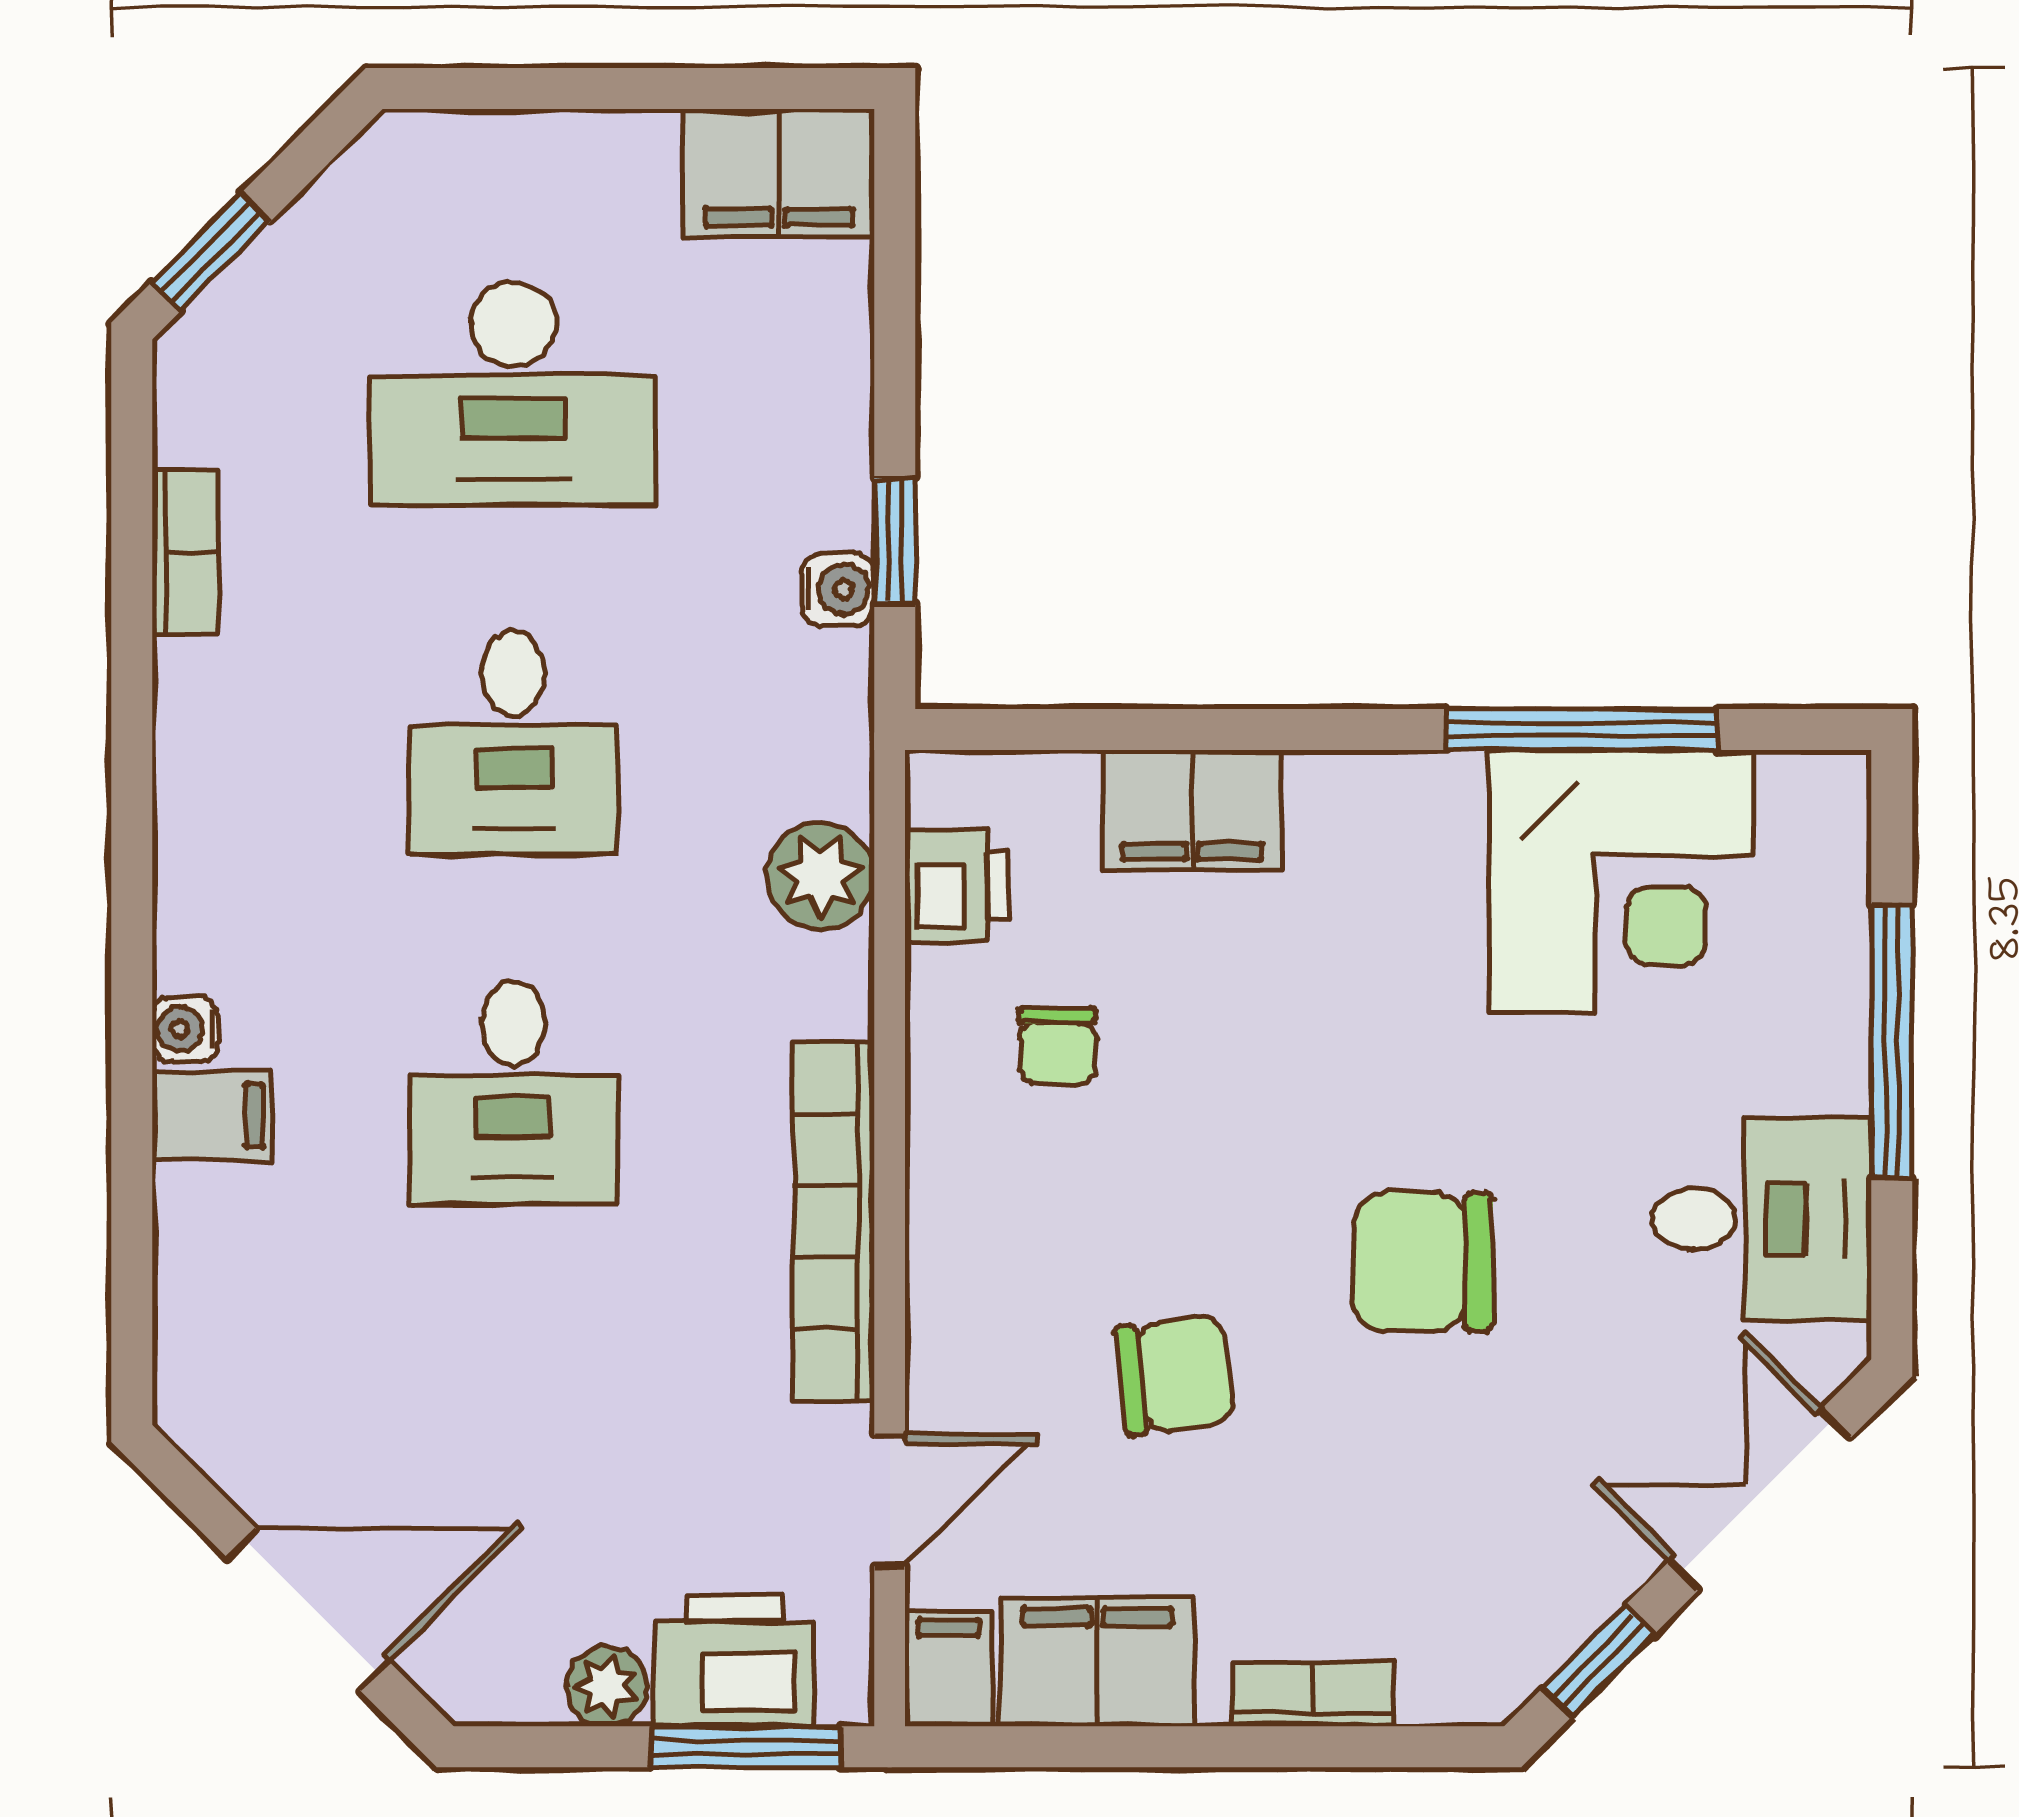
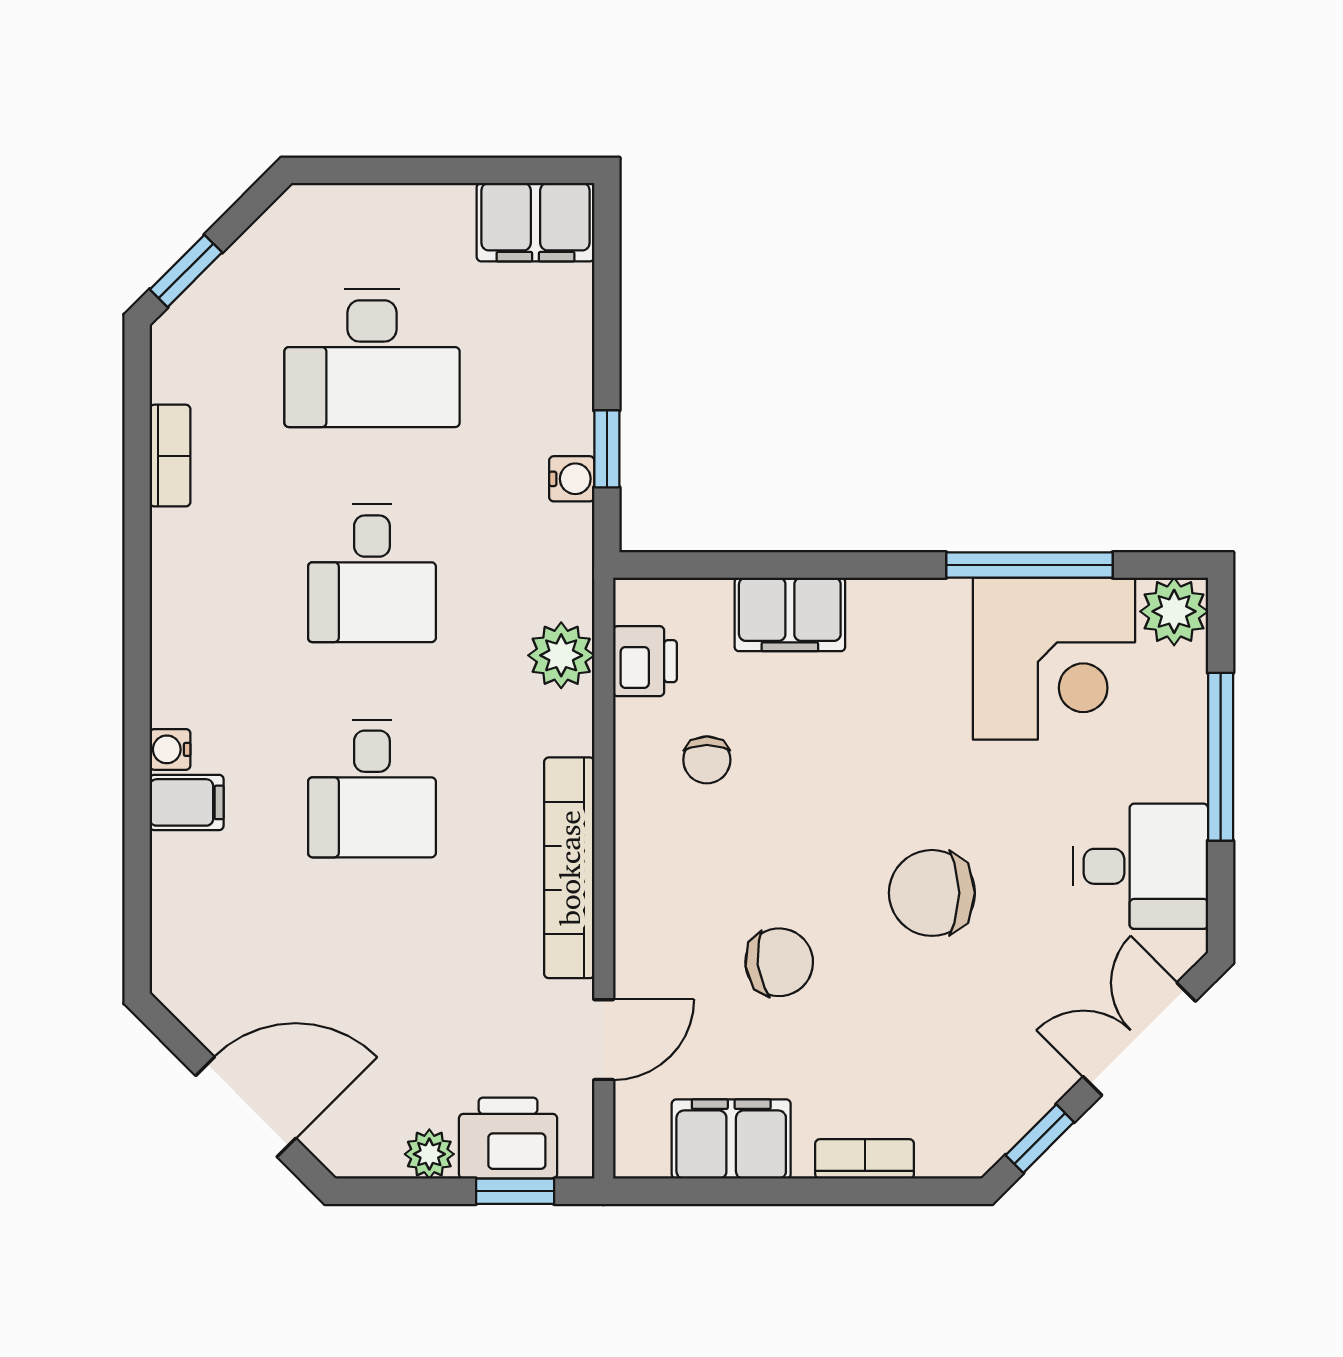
plant: (1816, 805) -> (1174, 611), added
filing cabinet: (949, 1668) -> (640, 1143), removed
window: (746, 1747) -> (515, 1191), width x0.67

